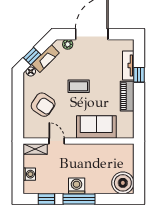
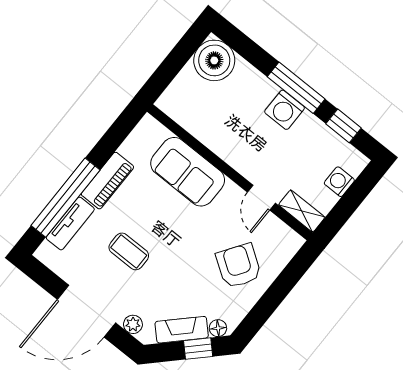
window: (139, 75) -> (65, 198), width x3.17
coffee table: (79, 86) -> (129, 251), moved

